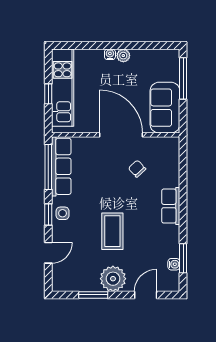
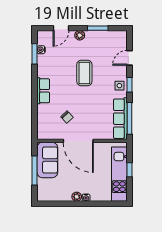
window: (183, 78) -> (35, 171), moved
plant: (113, 279) -> (80, 35), width x0.53, depth x0.53

